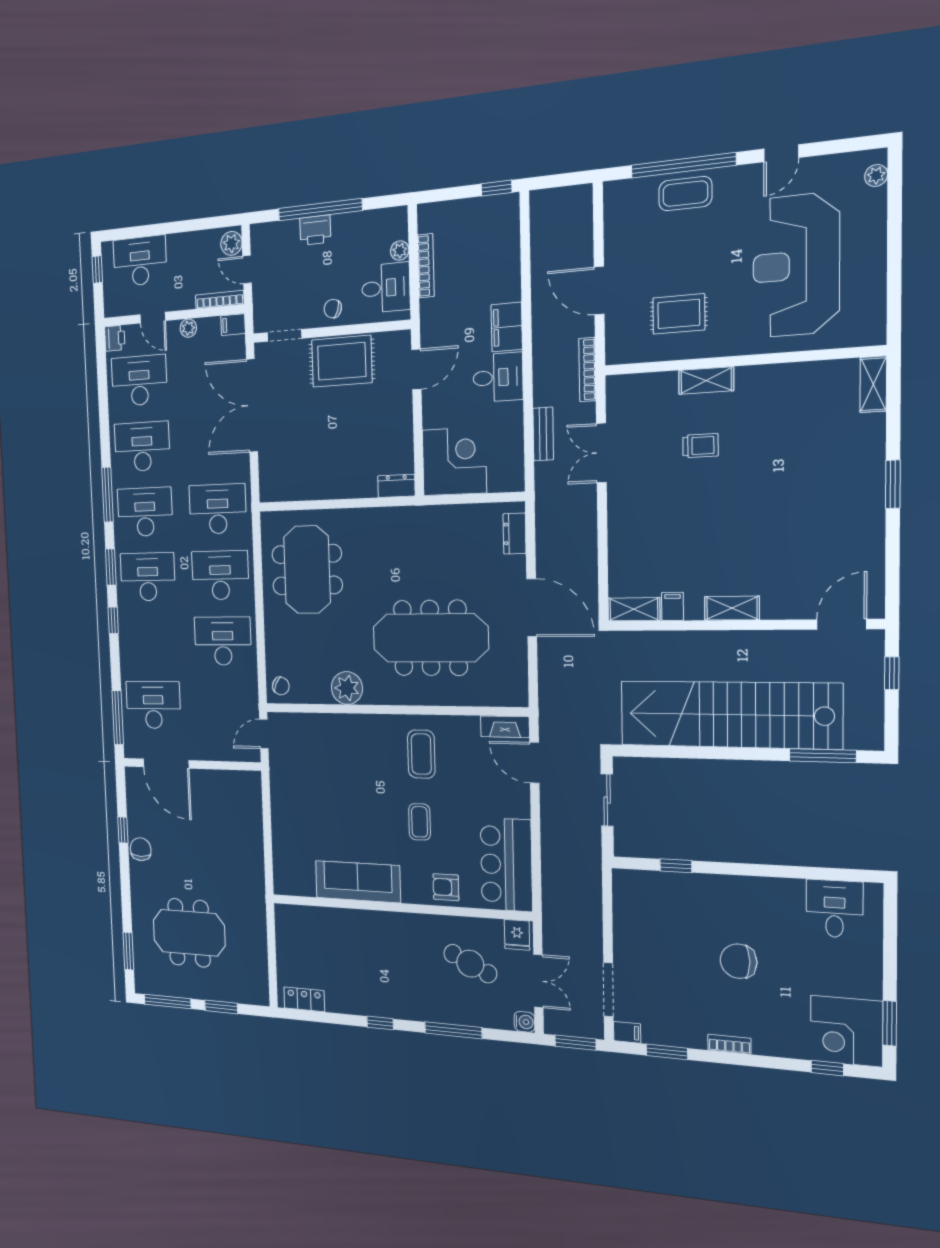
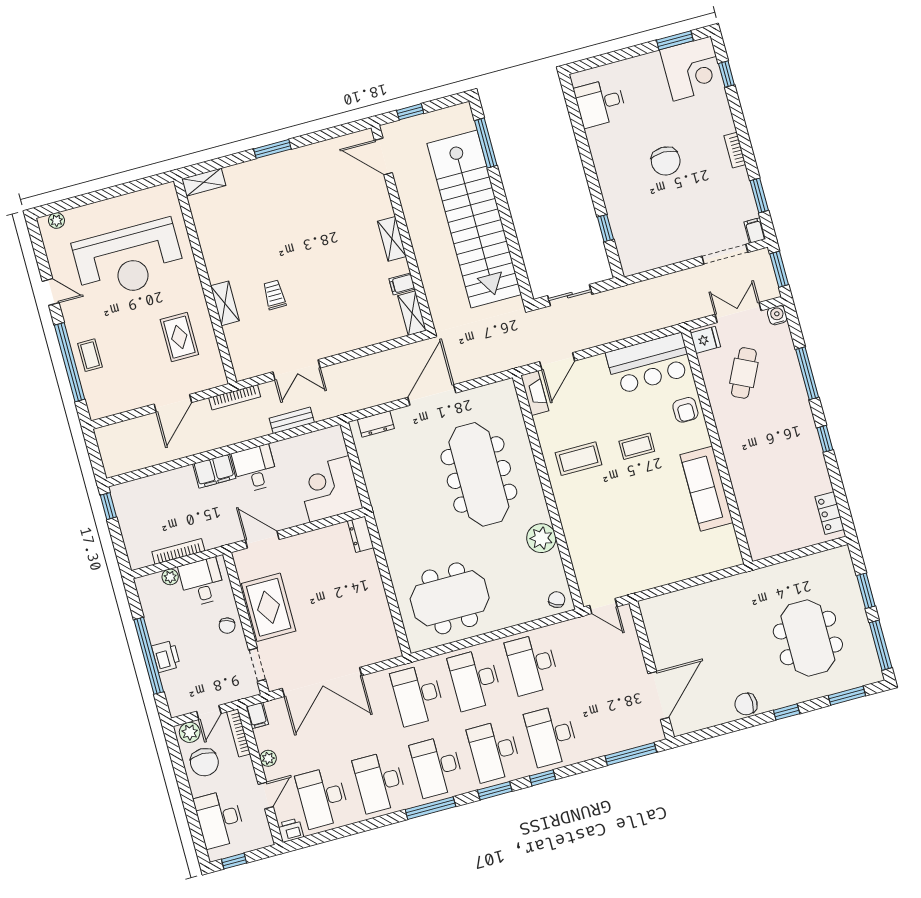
coffee table: (685, 194) -> (90, 355), width x0.73, depth x0.77
chair: (198, 255) -> (204, 762), added
desk: (153, 705) -> (551, 736), moved
window: (123, 830) -> (787, 712), moved

